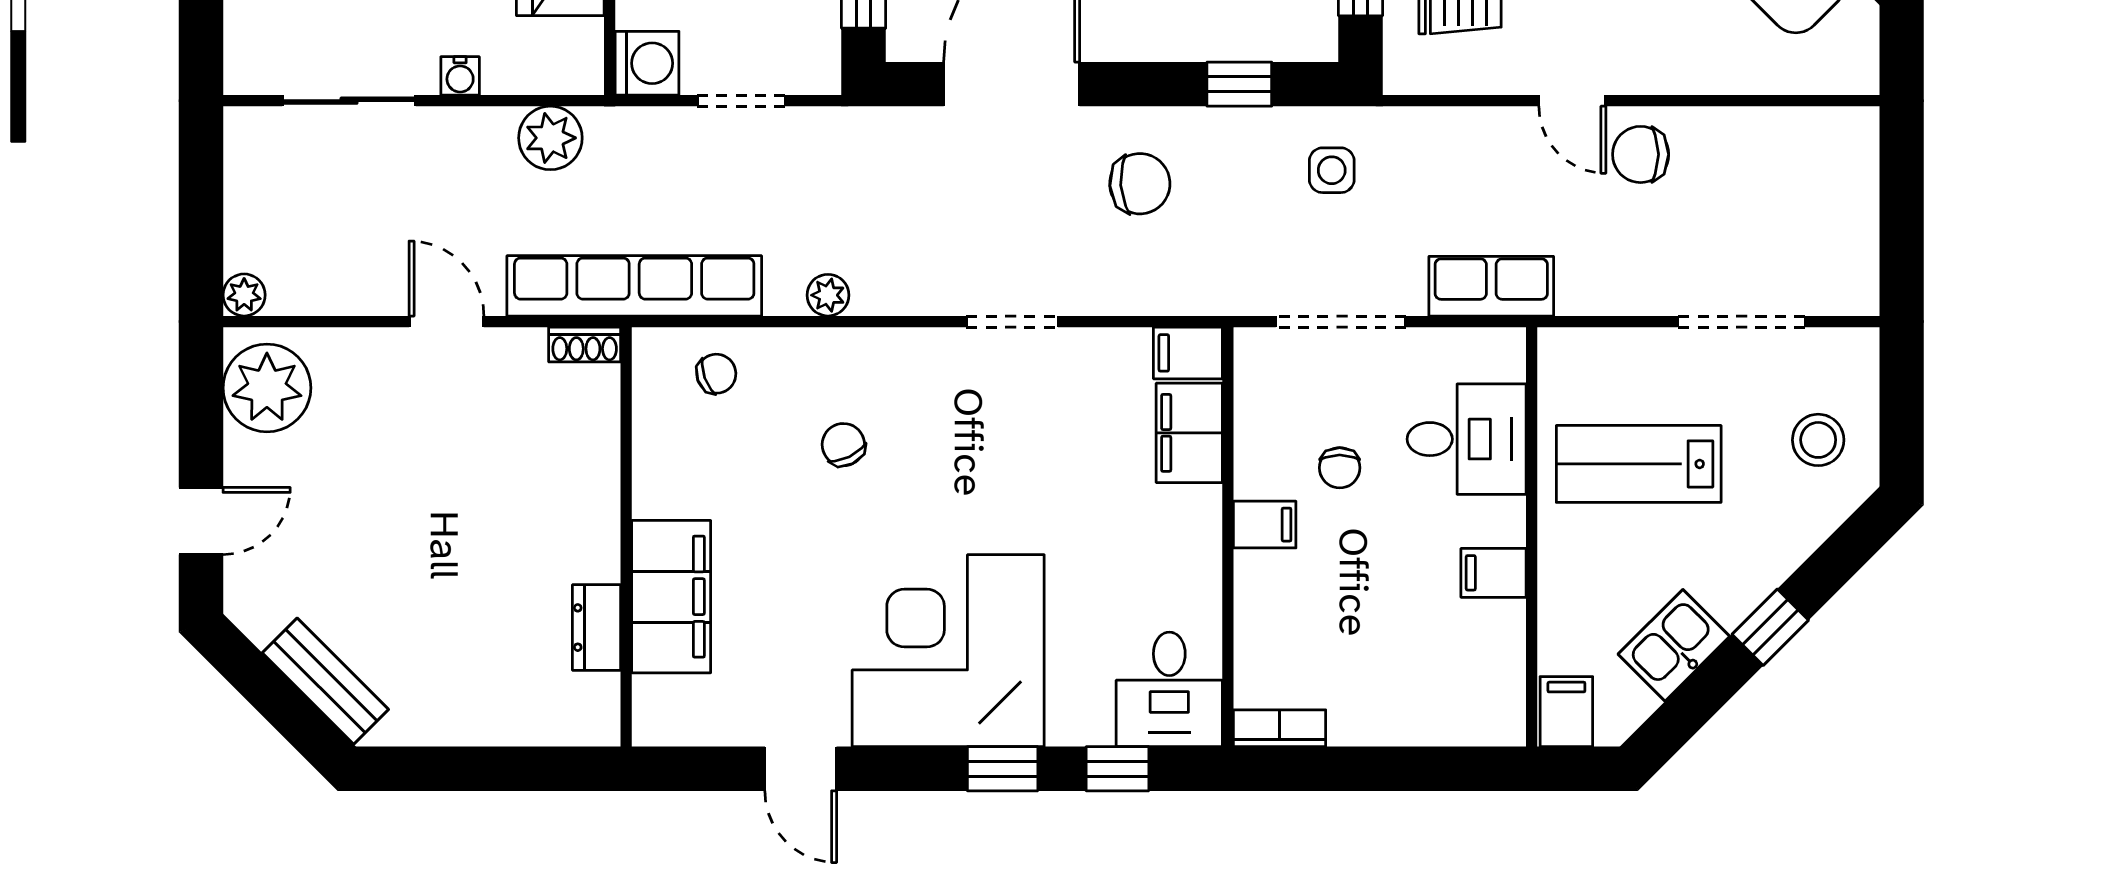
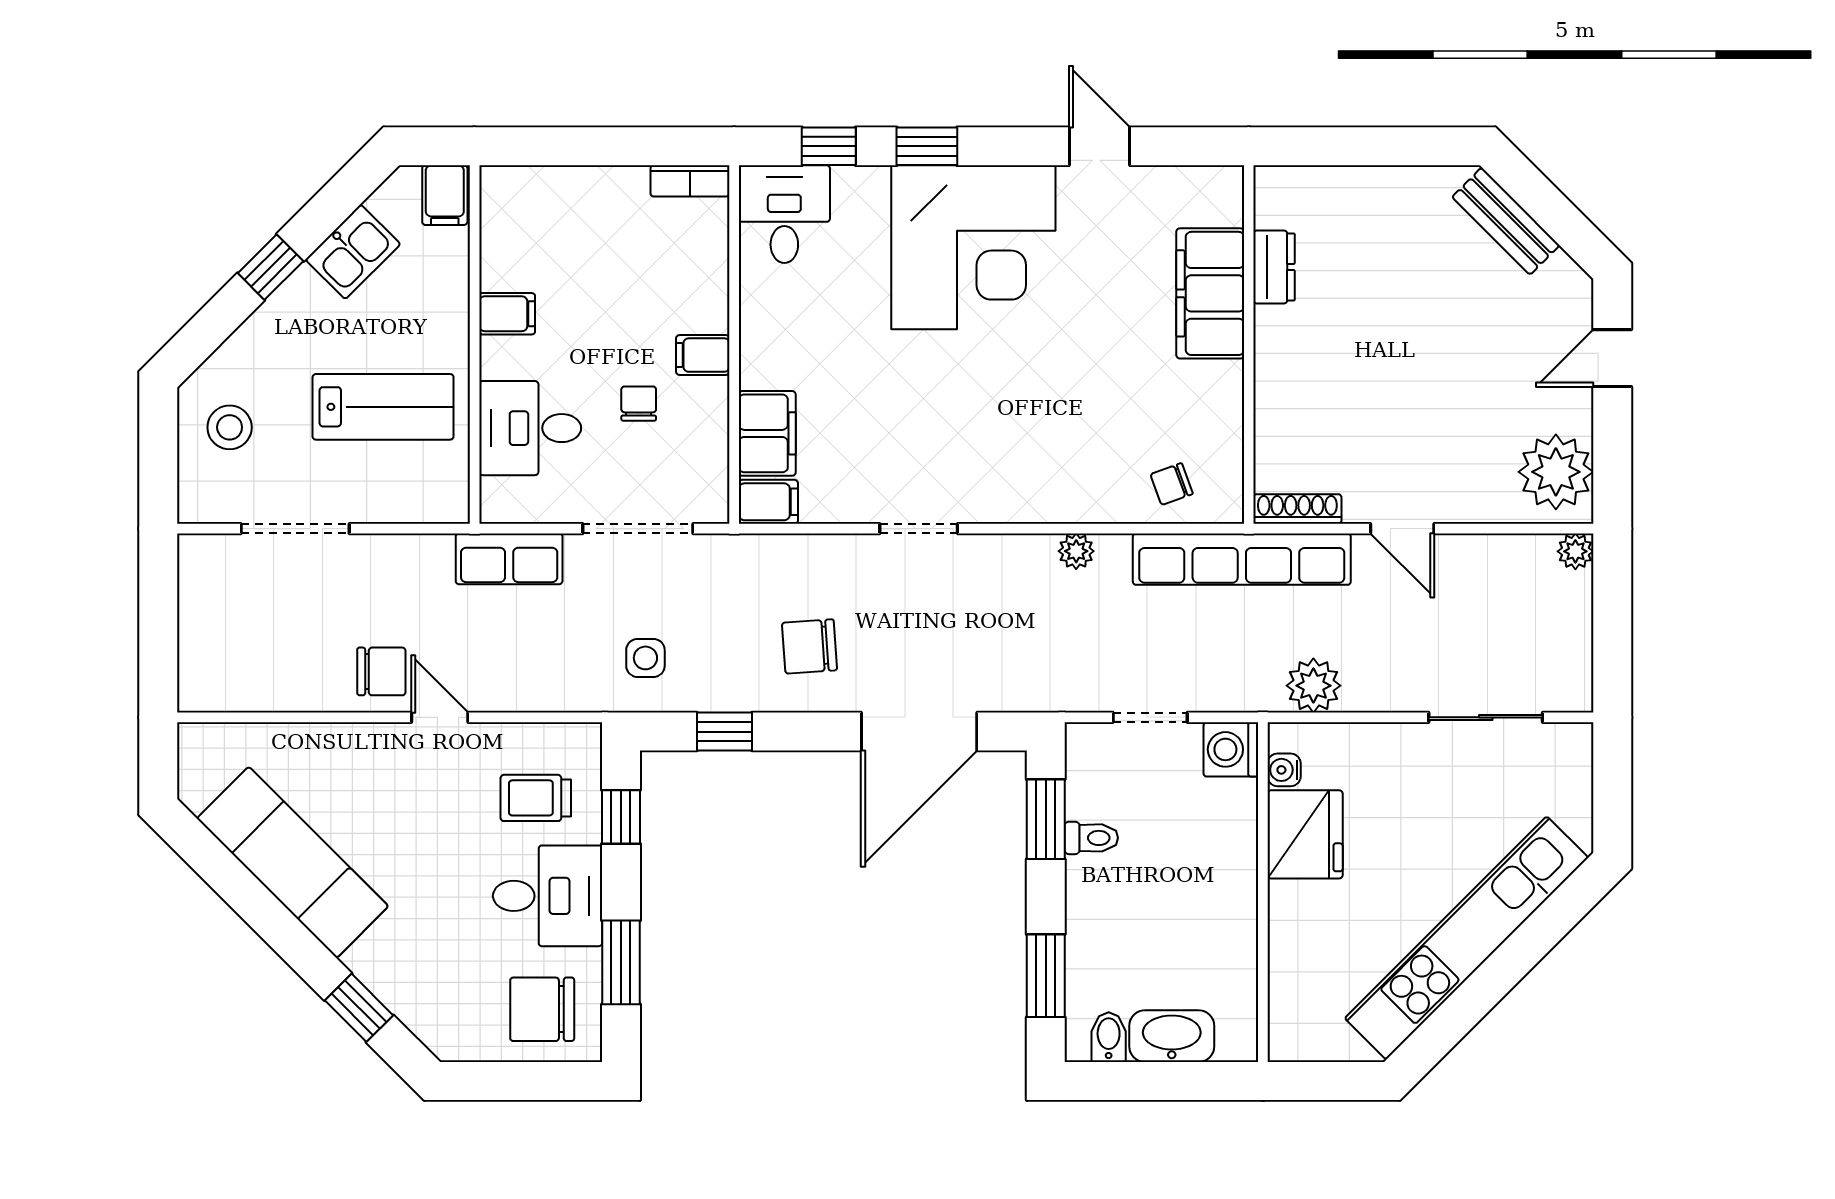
water cooler: (460, 76) -> (1284, 770), moved, turned -90
shoe rack: (585, 345) -> (1297, 509), width x1.43
chair: (843, 445) -> (1063, 423), removed

